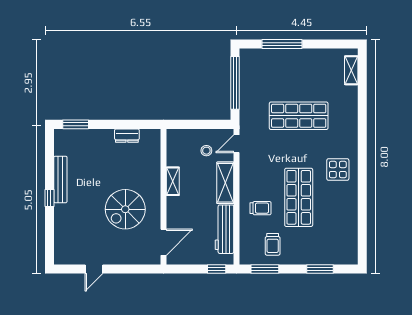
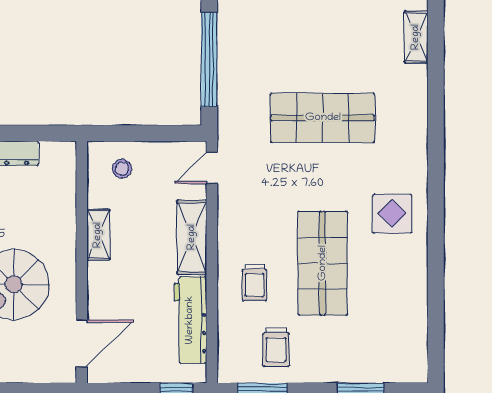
stool: (206, 151) -> (122, 169), moved
trolley: (261, 208) -> (255, 282), turned 90

